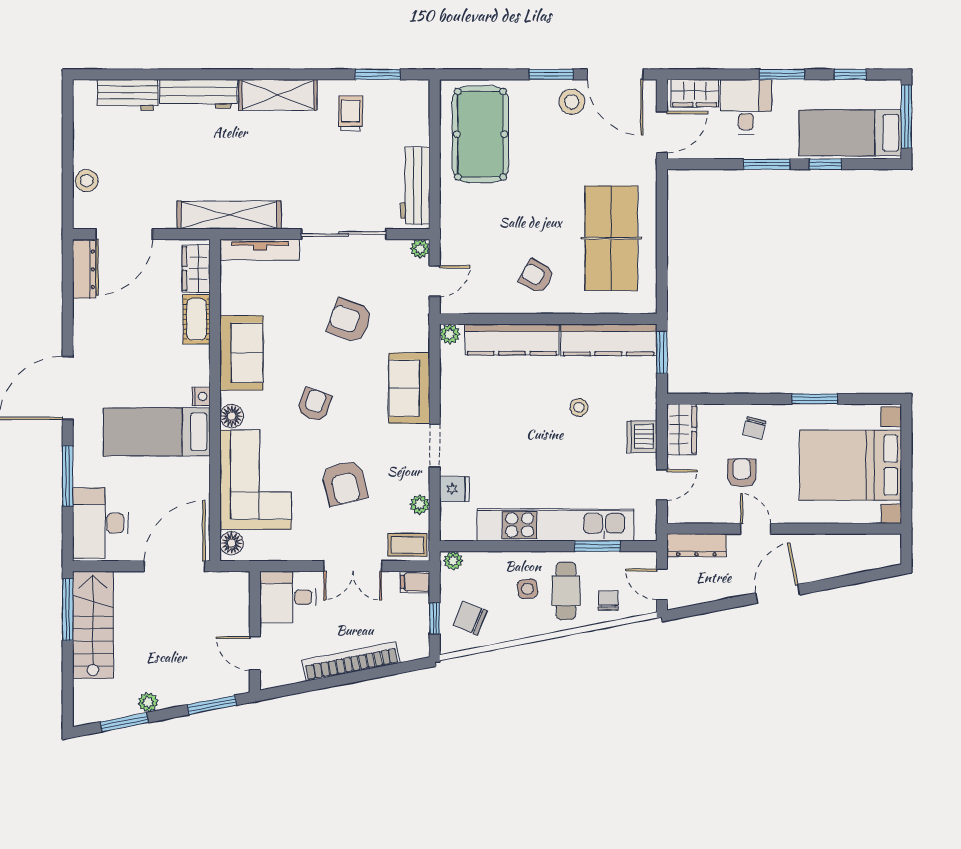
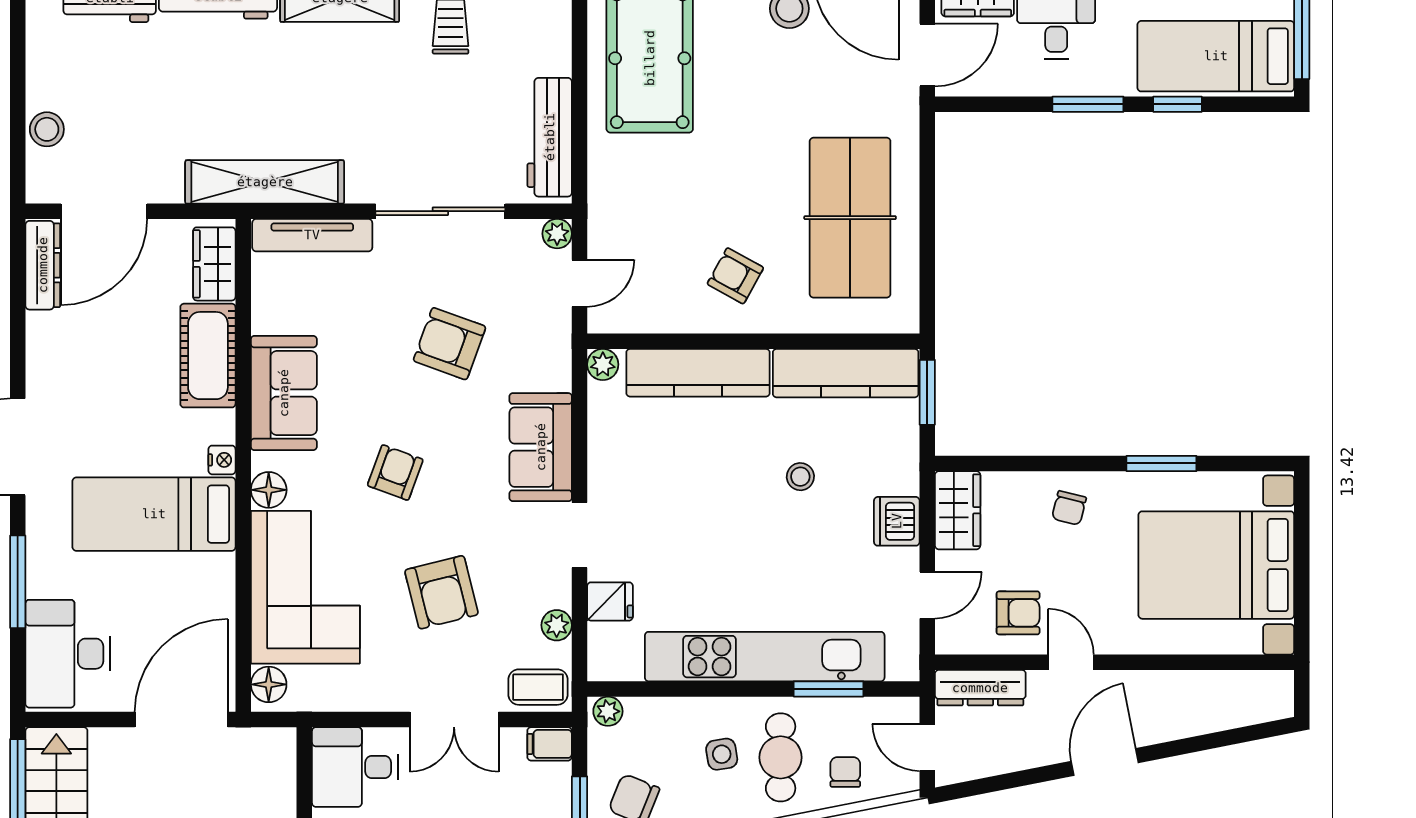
cot: (196, 319) -> (208, 356), width x1.37, depth x1.34
armchair: (742, 473) -> (1018, 613), moved, turned 90

